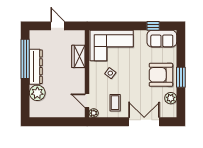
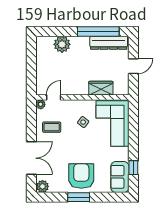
dresser: (36, 67) -> (109, 43), moved
plant: (171, 98) -> (42, 186), moved

